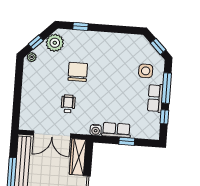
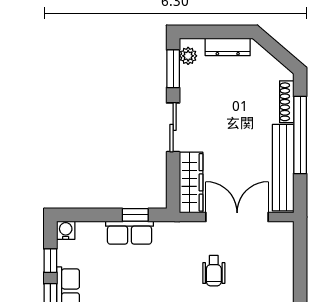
water cooler: (96, 130) -> (66, 230), moved
window: (127, 141) -> (135, 215), moved

